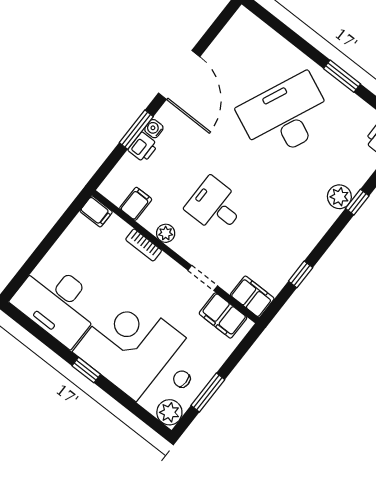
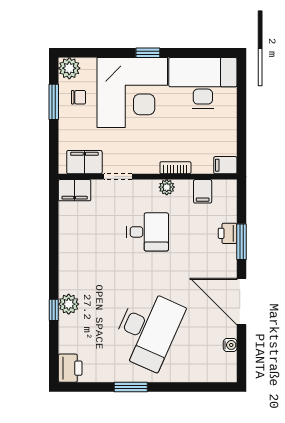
water cooler: (154, 129) -> (230, 345), moved
window: (301, 274) -> (54, 231), removed

